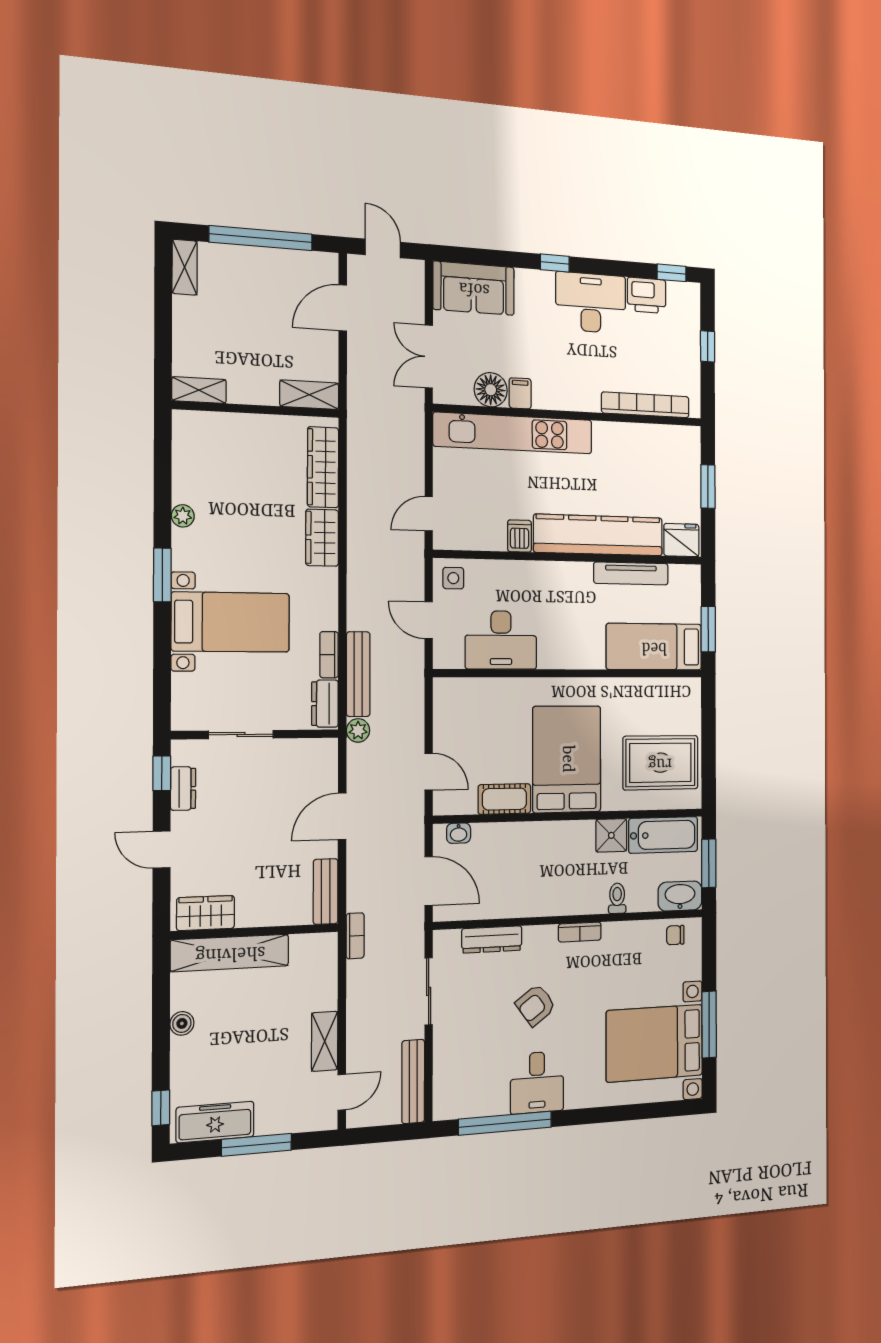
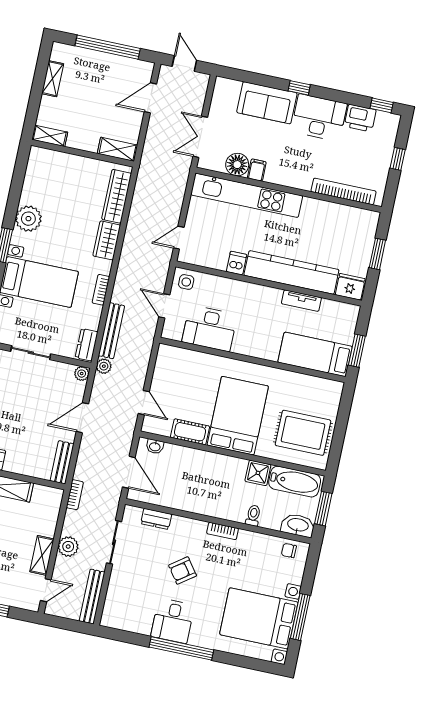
shelving: (185, 267) -> (53, 79), moved
sofa: (474, 288) -> (267, 103), moved
plant: (183, 516) -> (28, 219), width x1.88, depth x1.88
tv unit: (631, 573) -> (301, 301), width x0.71
bookcase: (329, 655) -> (101, 290), moved
plant: (327, 749) -> (82, 374), added
dresser: (492, 939) -> (156, 519), width x0.70
plant: (362, 1017) -> (68, 547), added
window: (505, 1123) -> (181, 648), moved

